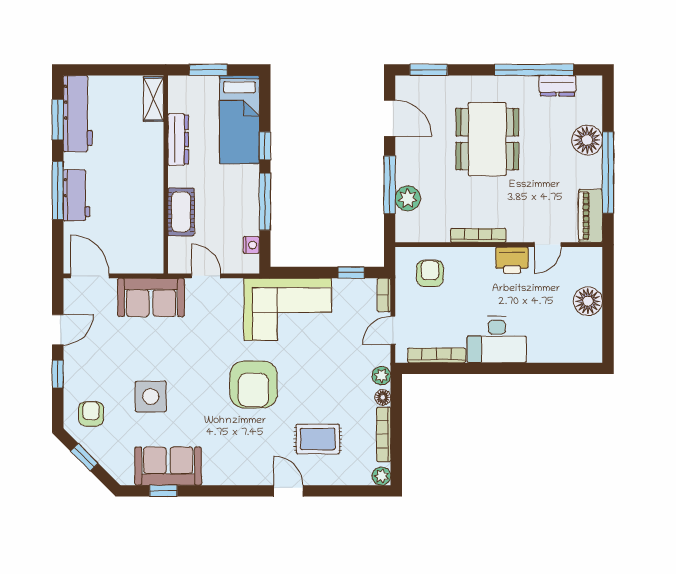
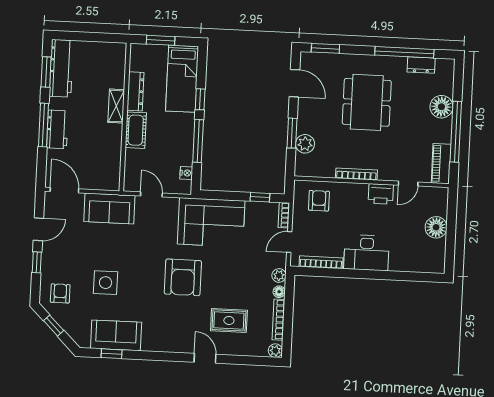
shelving: (153, 99) -> (116, 106), moved
window: (390, 185) -> (292, 133), width x0.69
cot: (181, 212) -> (136, 130), moved

